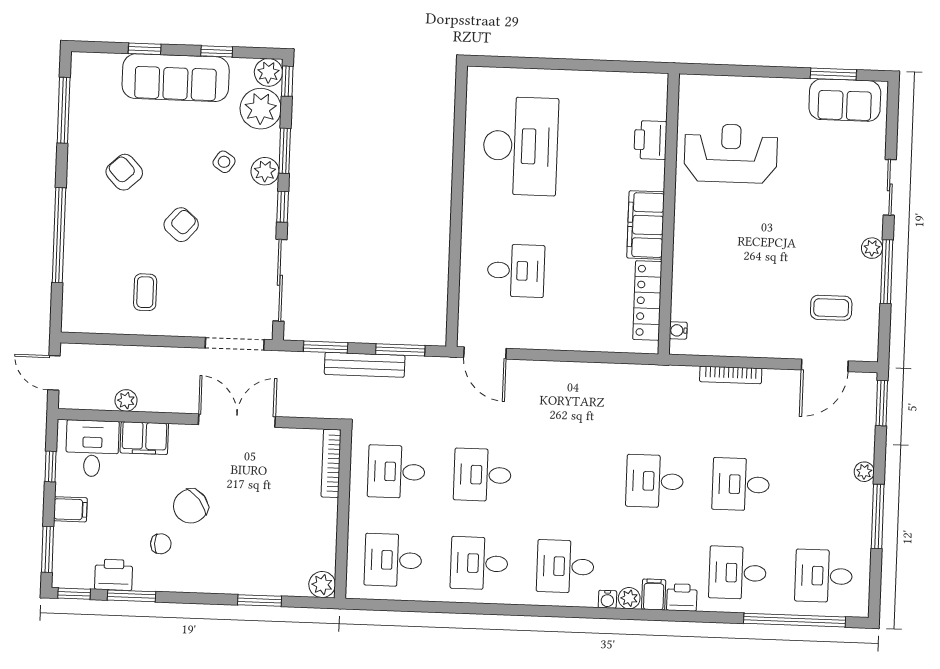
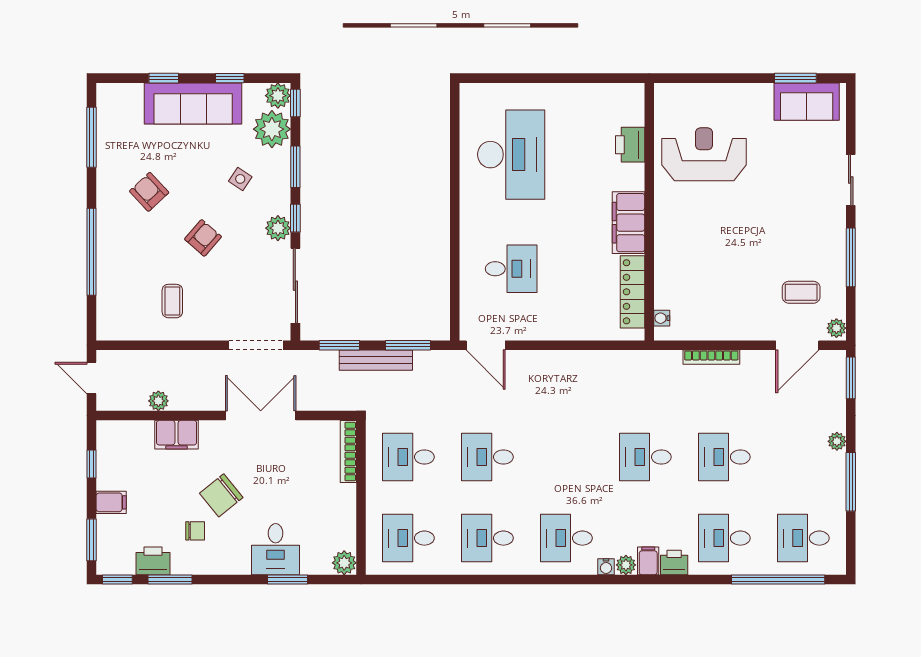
plant: (265, 171) -> (278, 228), moved
plant: (872, 248) -> (836, 328), moved
desk: (92, 448) -> (276, 549), moved, turned 180

